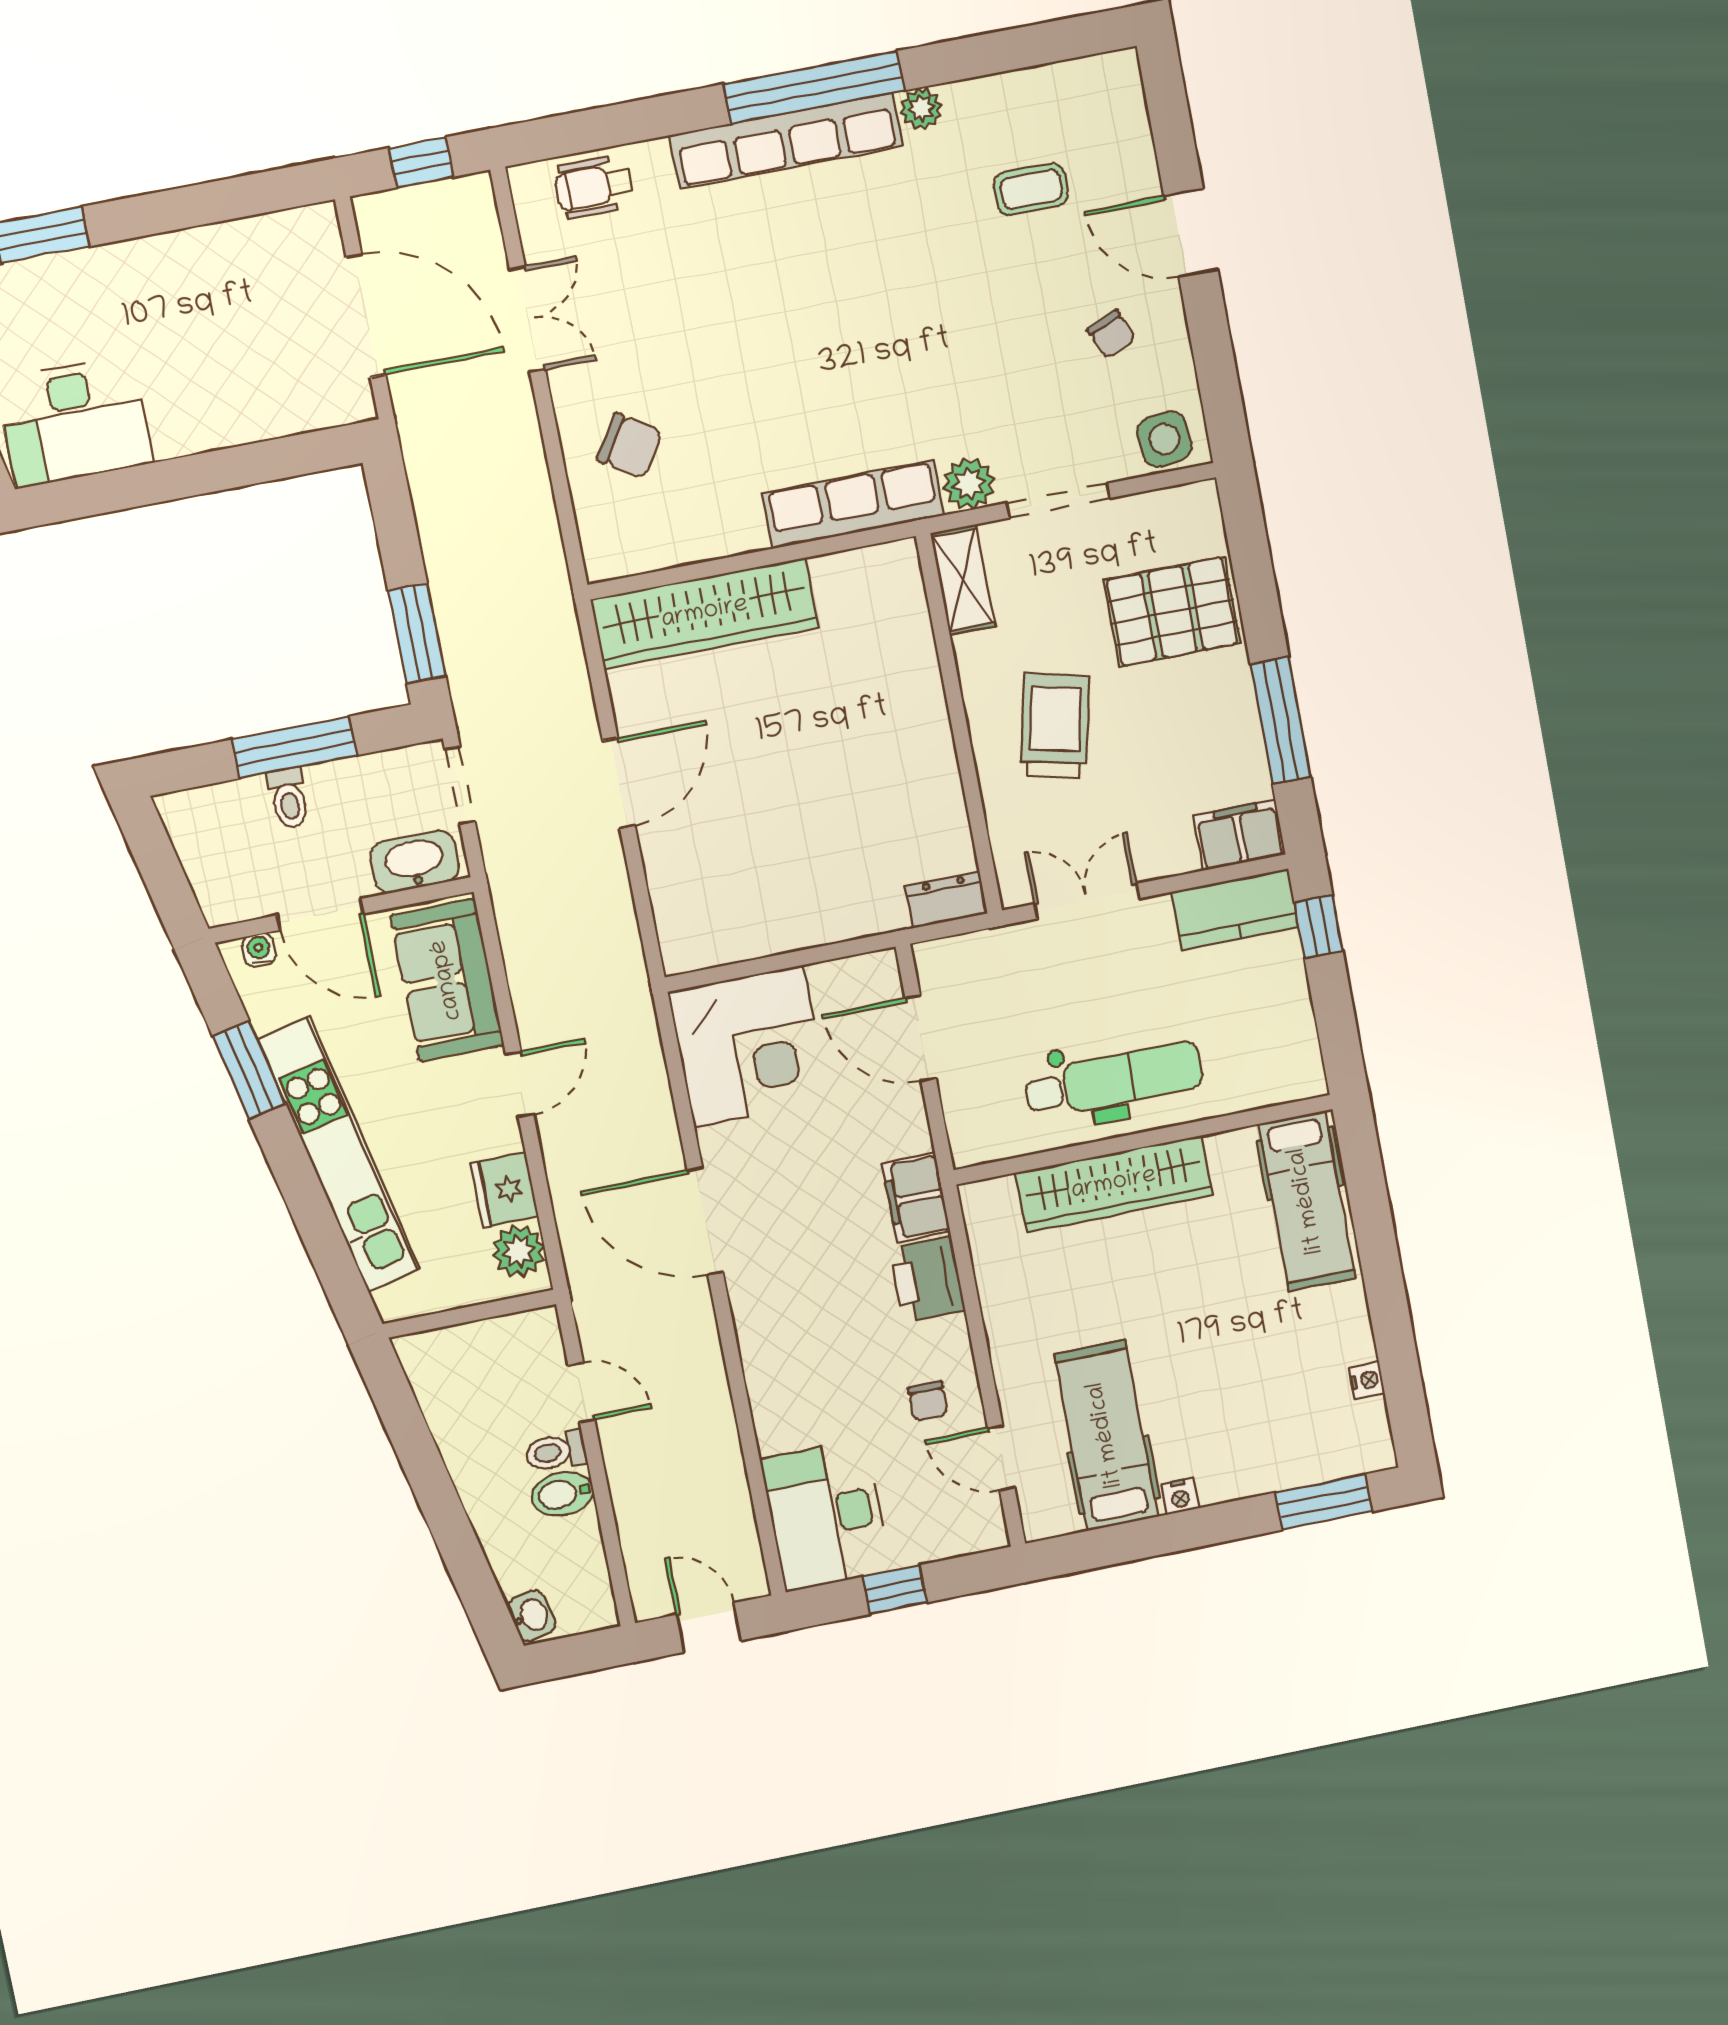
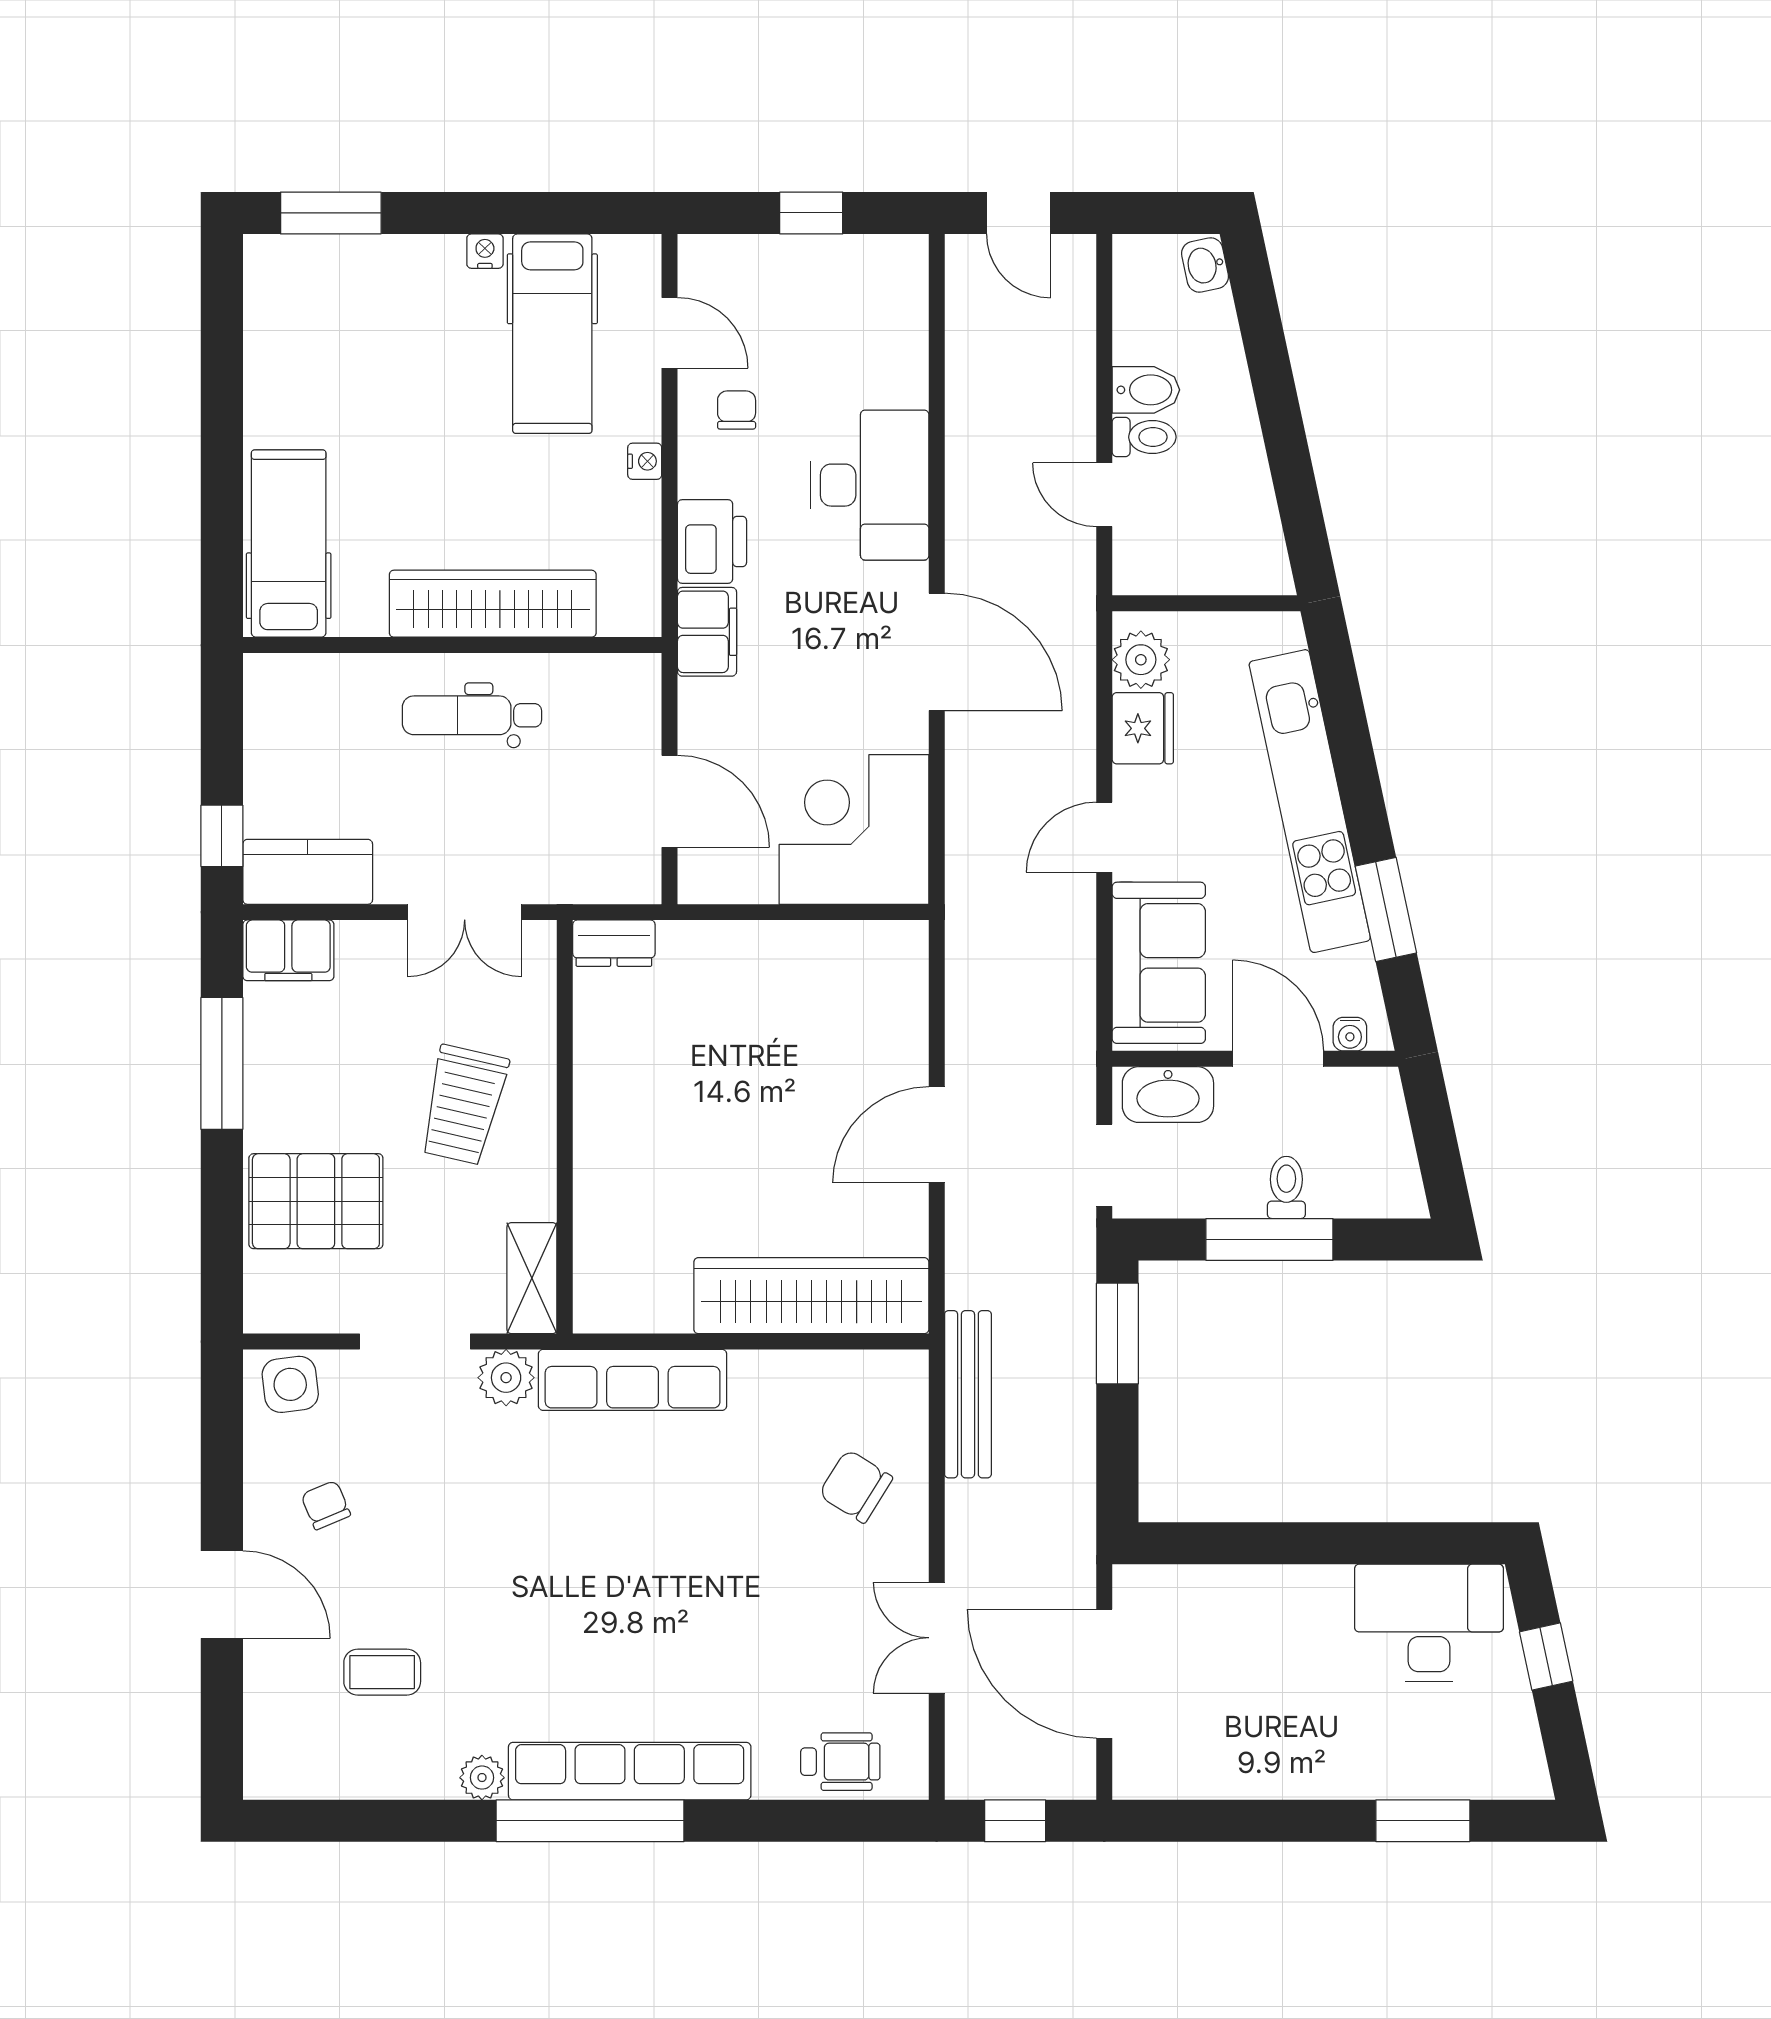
bench: (543, 551) -> (968, 1394), added
dental chair: (1114, 1080) -> (472, 715), width x0.73, depth x0.72
nightstand: (1367, 1380) -> (645, 461), moved, turned 180
desk: (826, 1515) -> (870, 485), moved

